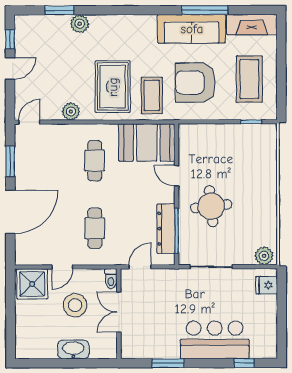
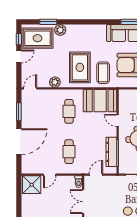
rug: (41, 38) -> (38, 38), added
stool: (75, 305) -> (57, 197), removed

